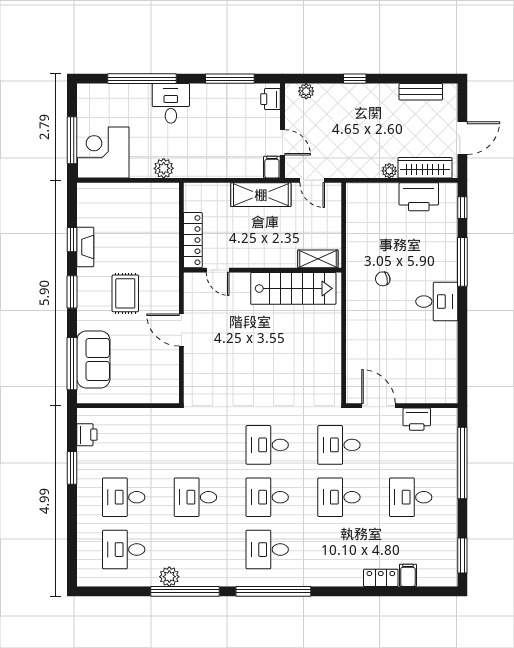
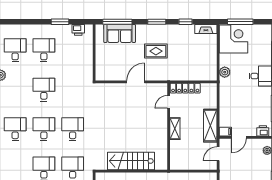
fireplace: (85, 247) -> (206, 29), moved
shelving: (318, 259) -> (175, 129), moved
stairs: (293, 288) -> (131, 161), moved, turned 90

